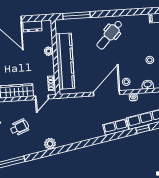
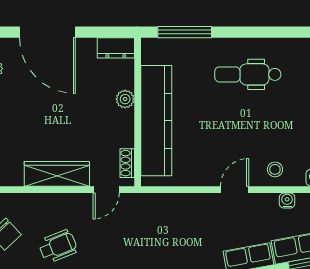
dresser: (32, 26) -> (116, 48), moved
dental chair: (110, 35) -> (248, 74), turned 47
door: (107, 93) -> (235, 190), width x0.53

